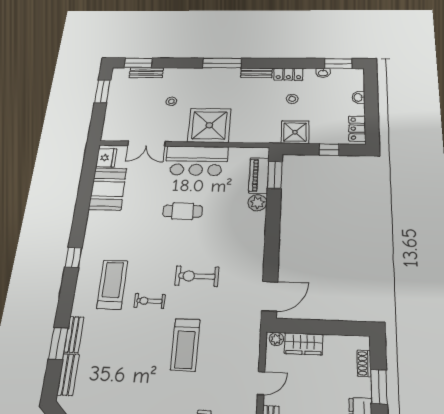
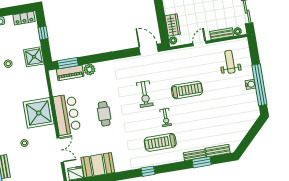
door: (261, 383) -> (200, 43), hinge flipped

